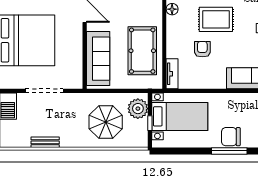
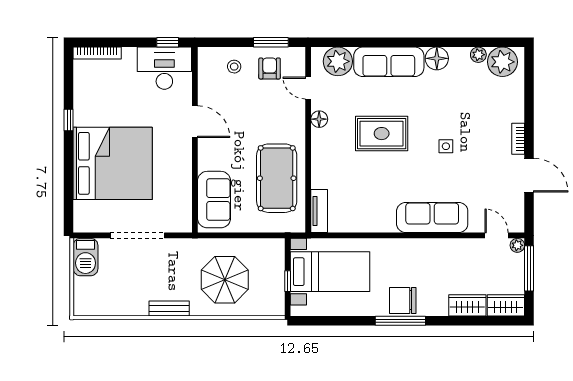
armchair: (202, 49) -> (362, 176), removed
sofa: (98, 59) -> (214, 200), width x0.73
plant: (138, 109) -> (271, 260), removed
bench: (45, 142) -> (169, 309), moved

